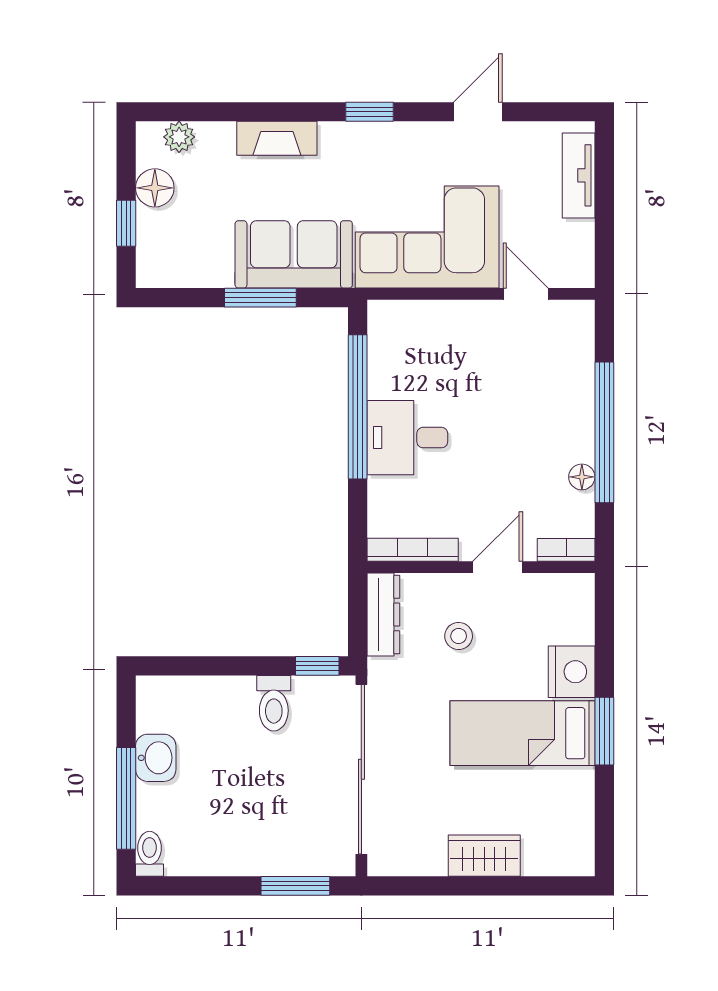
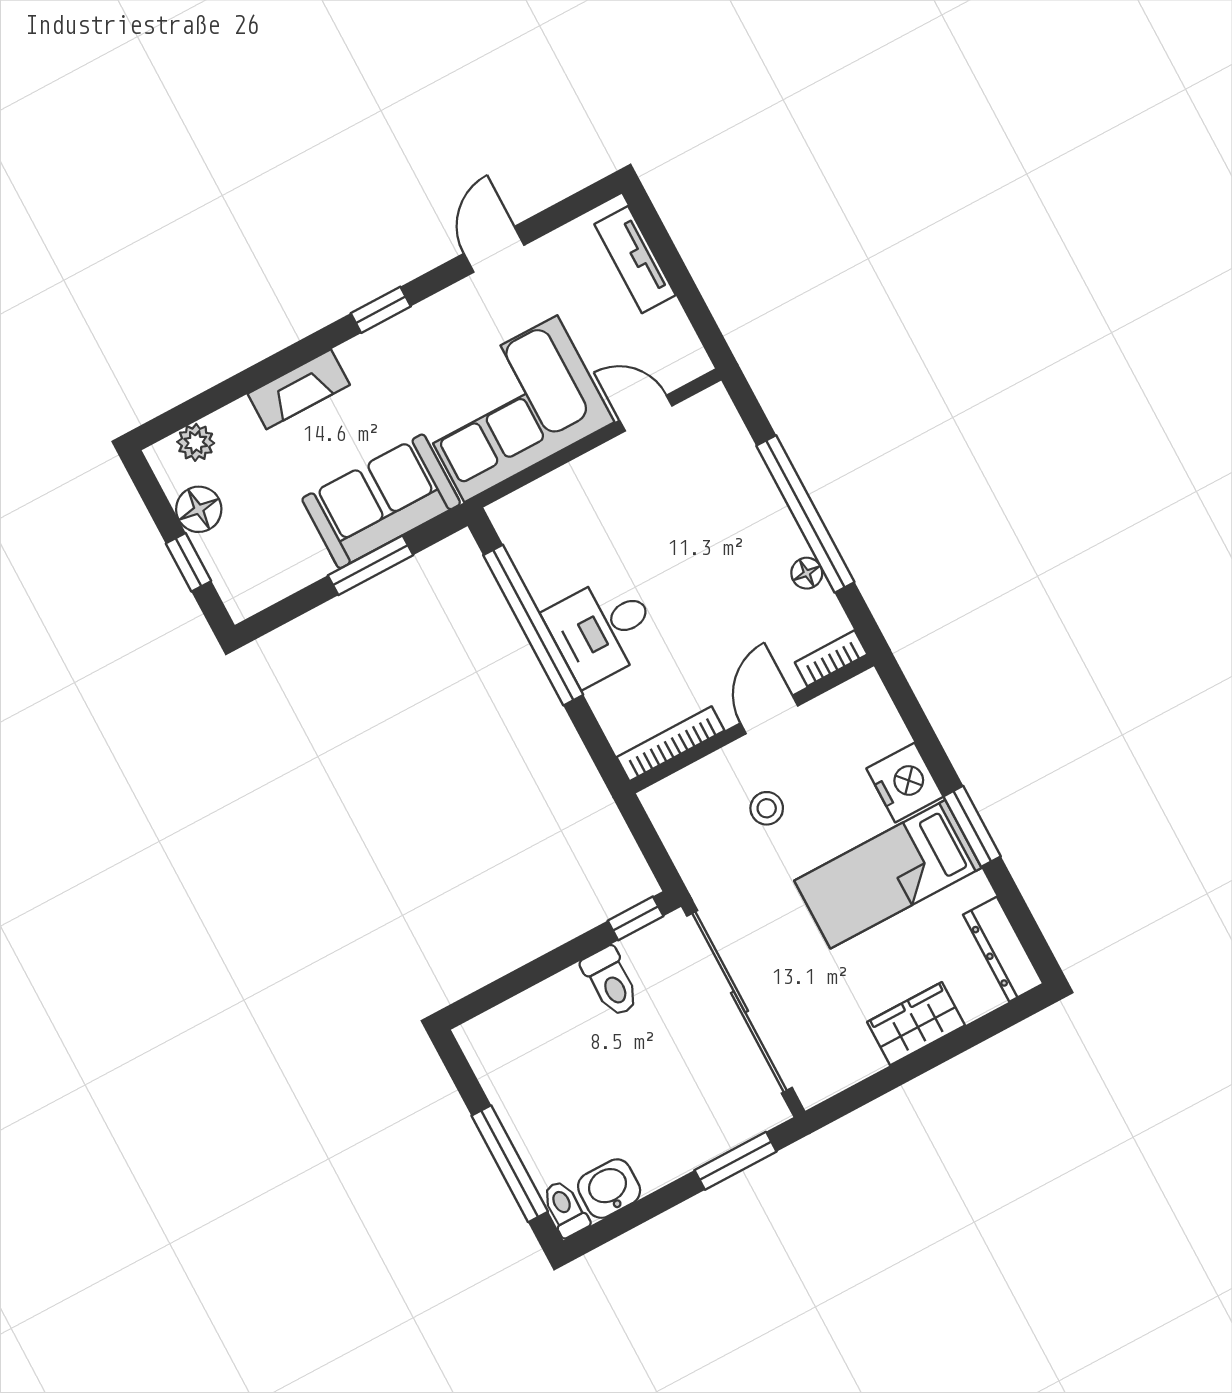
dresser: (383, 615) -> (1003, 949), moved, turned 180
washbasin: (156, 758) -> (609, 1189), moved, turned -90

